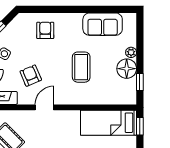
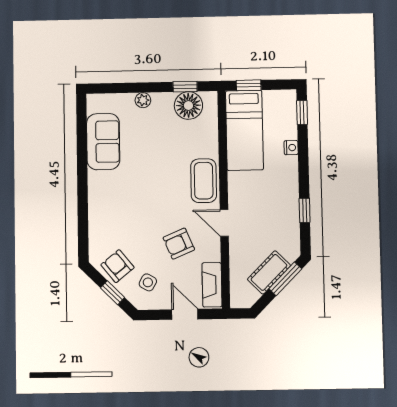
armchair: (45, 30) -> (117, 266), moved, turned 51
coffee table: (81, 67) -> (204, 181), moved, turned 90
floor lamp: (127, 69) -> (188, 105), moved

